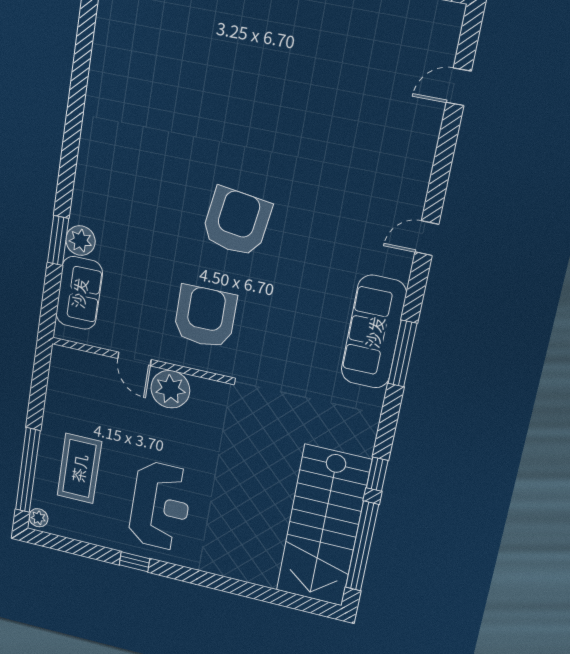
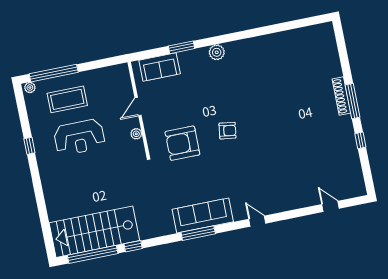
armchair: (236, 222) -> (228, 131), width x0.53, depth x0.53
plant: (80, 241) -> (217, 52), moved
armchair: (205, 317) -> (182, 143), moved, turned 180
plant: (170, 389) -> (136, 134), width x0.53, depth x0.53
reception desk: (160, 506) -> (79, 137), moved

